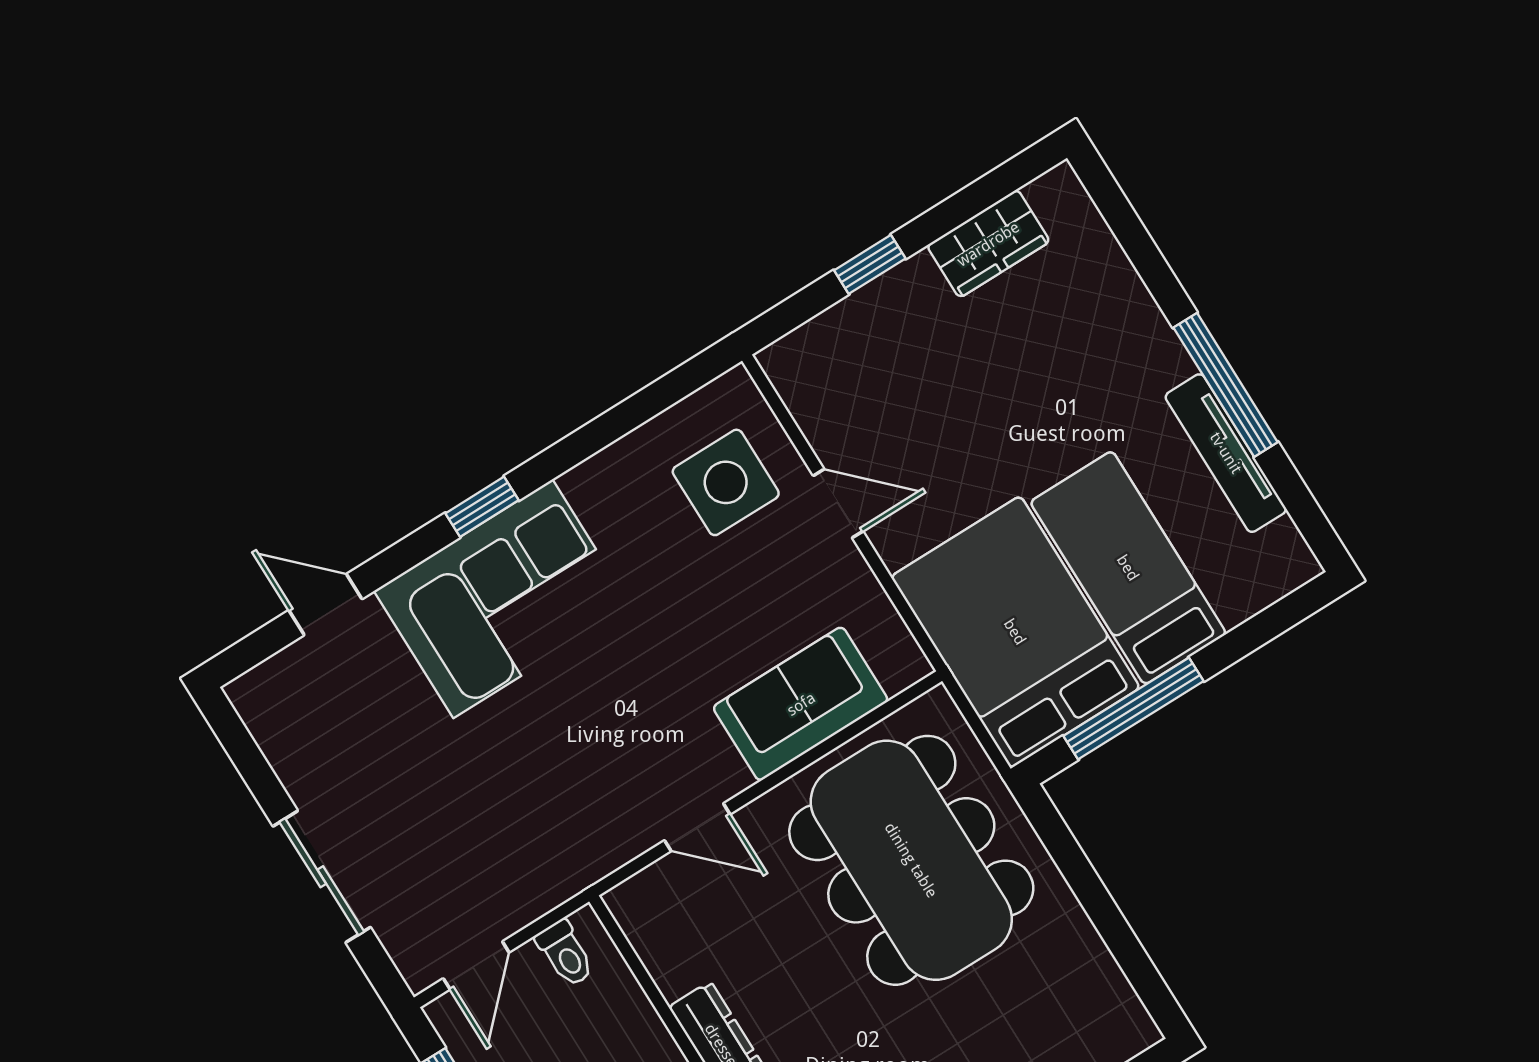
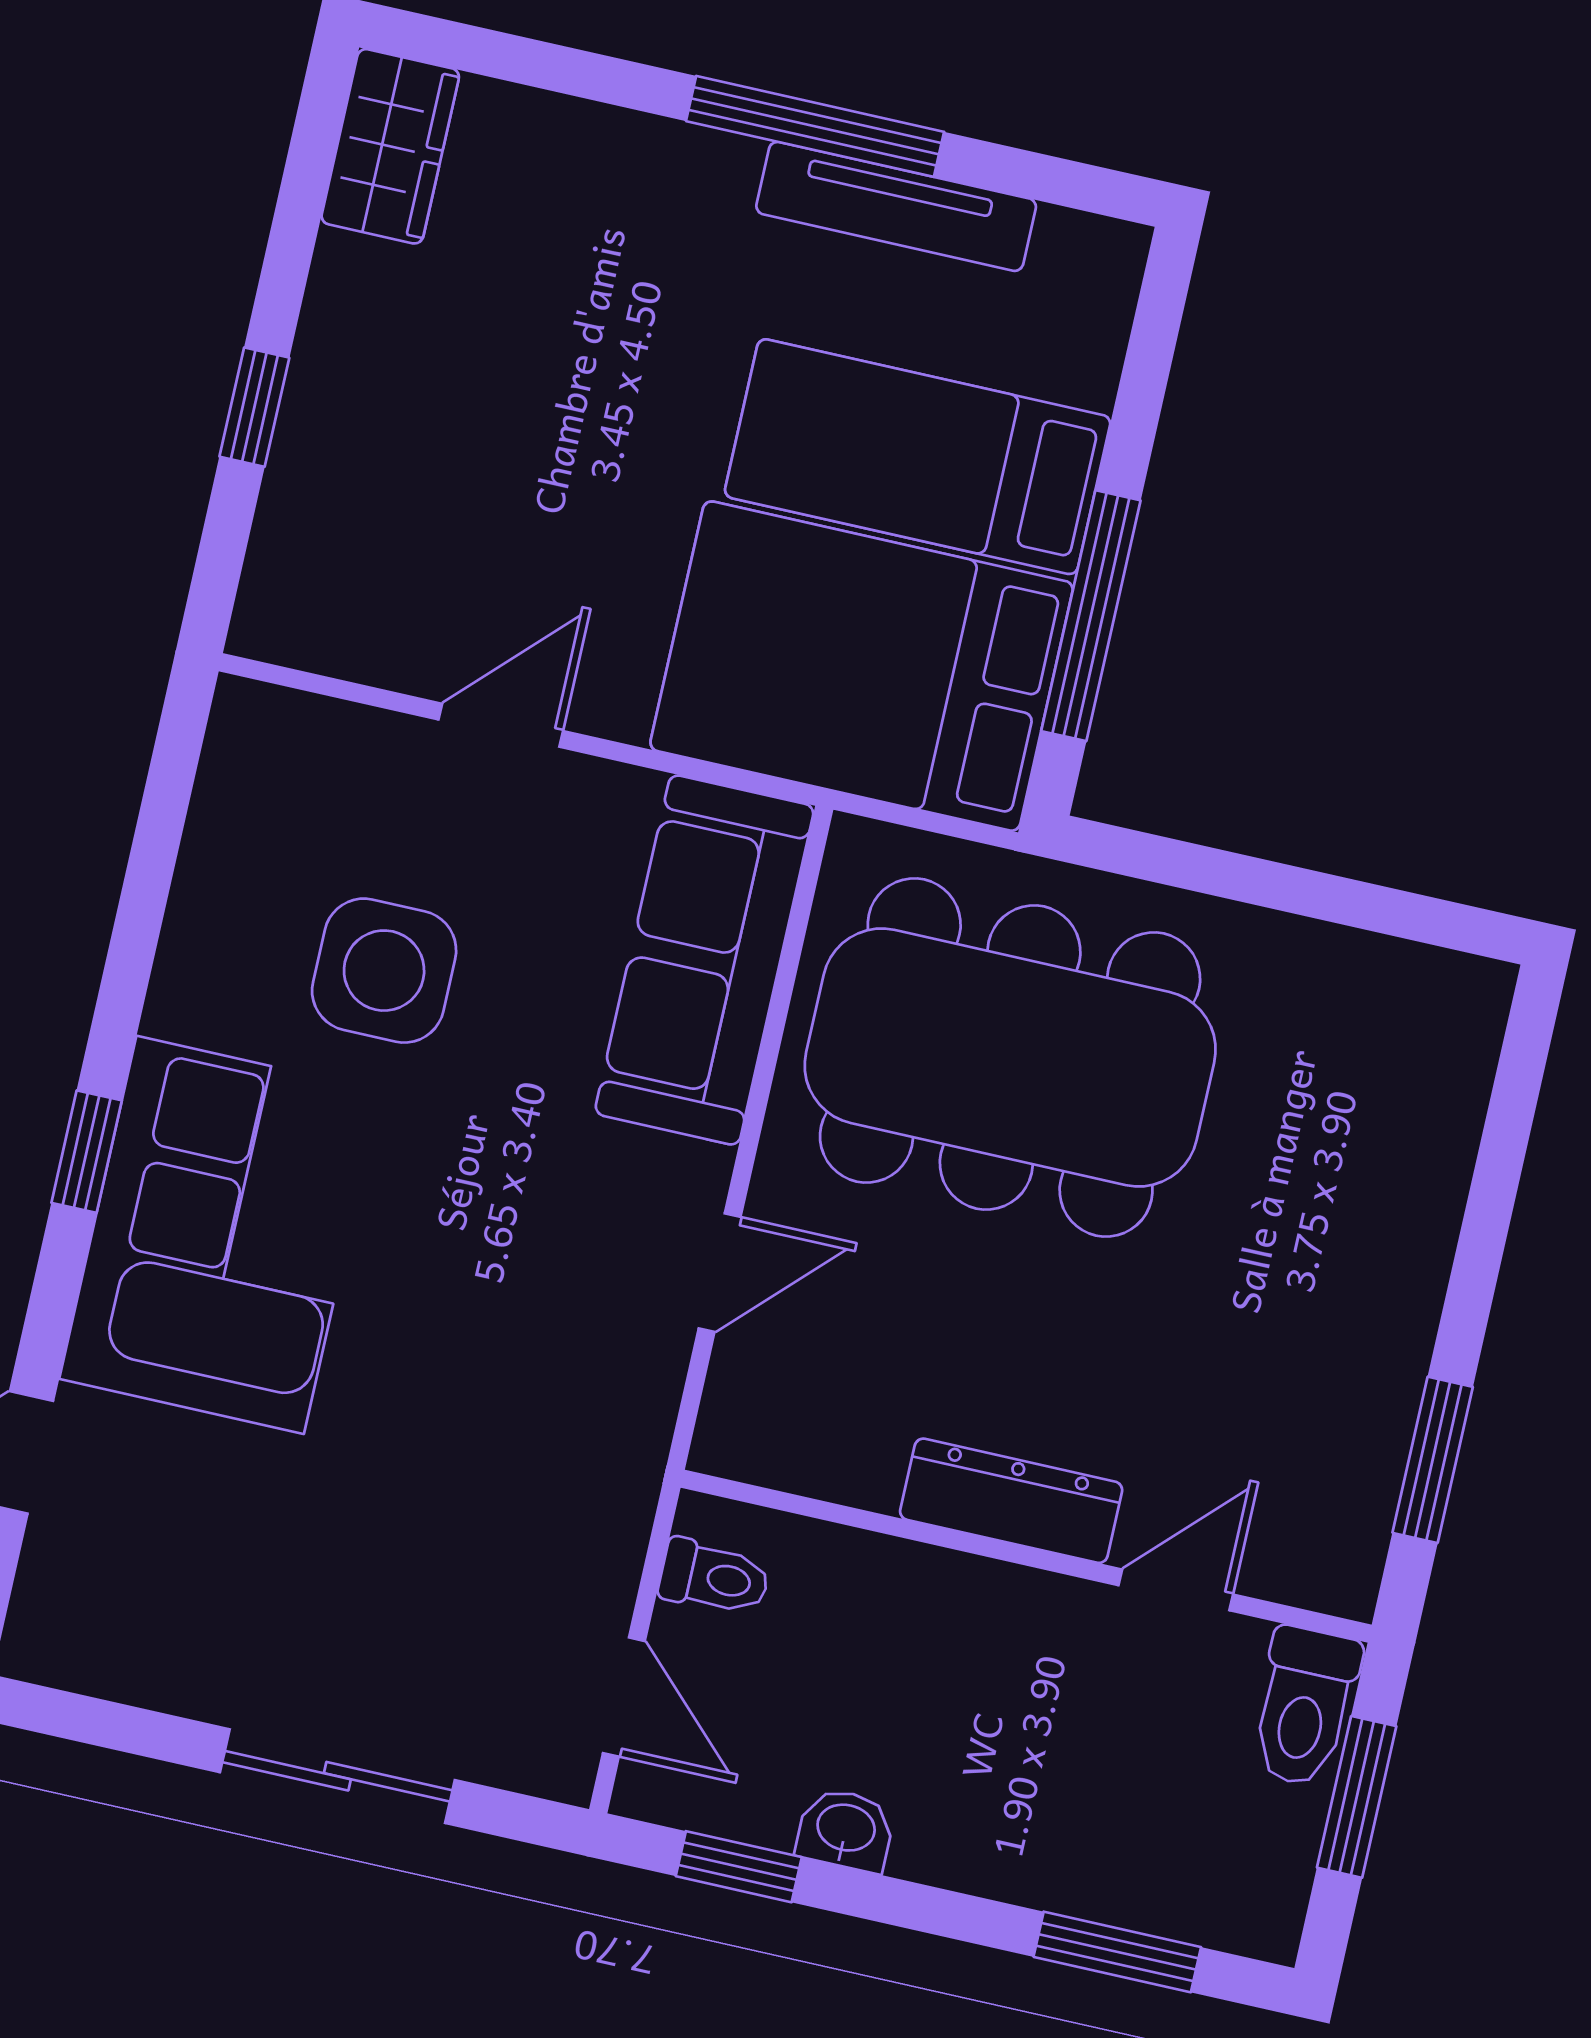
wardrobe: (988, 244) -> (390, 146), moved
side table: (726, 482) -> (384, 971), moved
sofa: (801, 704) -> (705, 960), width x1.36

